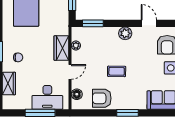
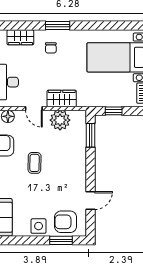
plant: (125, 33) -> (79, 173), removed
plant: (76, 46) -> (60, 120), width x1.87, depth x1.87

